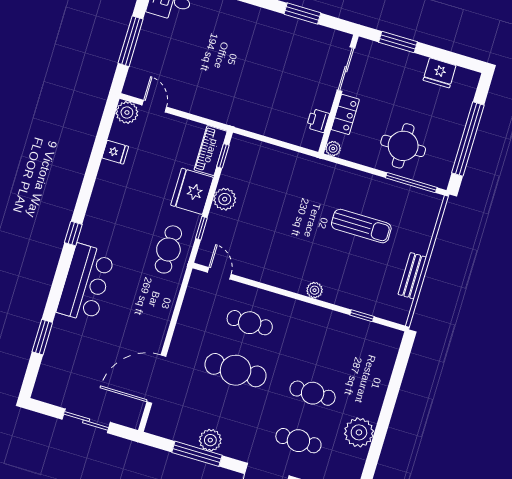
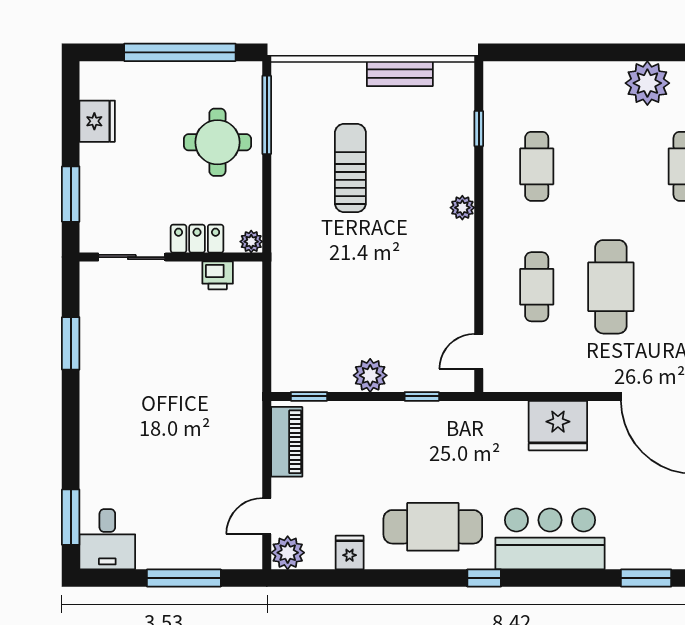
piano: (211, 151) -> (287, 442), moved, turned -90
fridge: (192, 191) -> (558, 426), moved
cafe table: (168, 249) -> (433, 527), moved, width x1.37, depth x1.35
cafe table: (313, 393) -> (537, 166), moved

